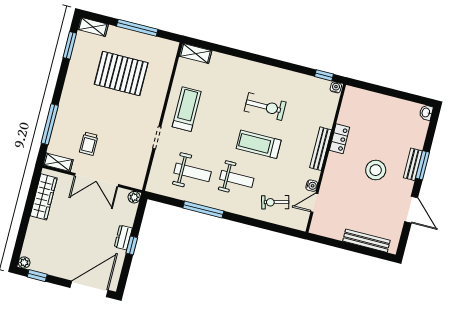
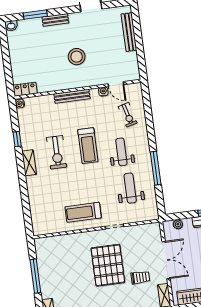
shelving: (196, 53) -> (29, 163), moved
pallet: (121, 74) -> (108, 265), moved
window: (324, 75) -> (17, 139), moved
exercise bike: (265, 107) -> (57, 152), turned 180
locker: (339, 139) -> (25, 89), moved
window: (423, 165) -> (35, 15), moved
stool: (376, 170) -> (77, 57), moved
plant: (134, 197) -> (178, 224), moved

